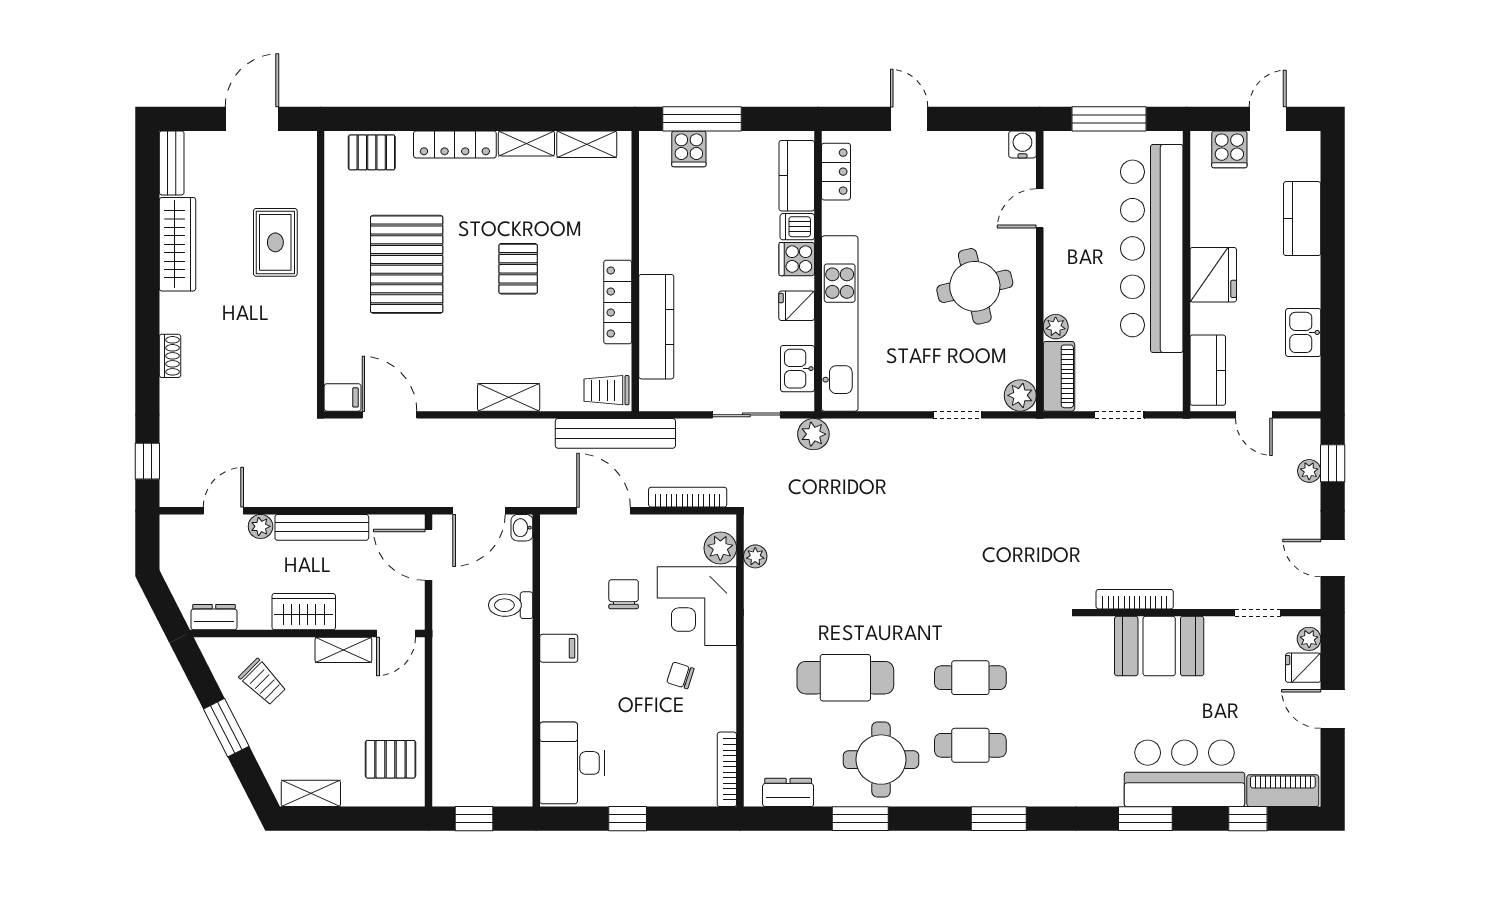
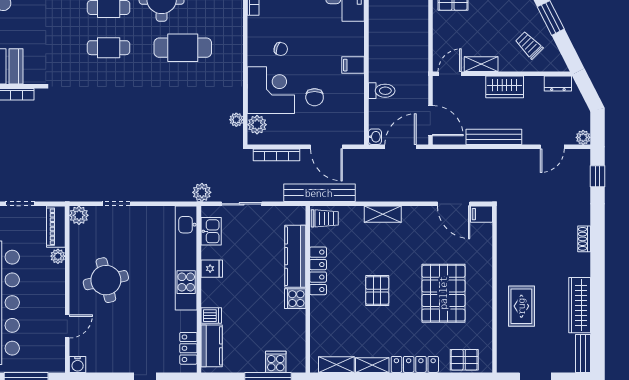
cooker: (797, 259) -> (295, 299), moved, turned 180
plant: (261, 526) -> (583, 137), moved

